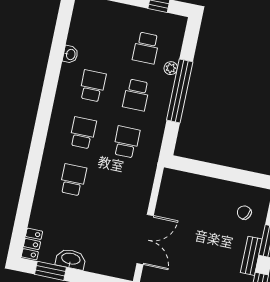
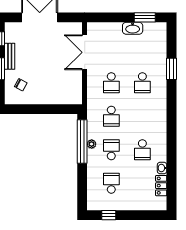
plant: (171, 68) -> (92, 144), moved
window: (180, 91) -> (82, 141), moved
school desk: (83, 133) -> (111, 83), moved
window: (28, 191) -> (172, 69), added
locker: (32, 244) -> (161, 186), moved

